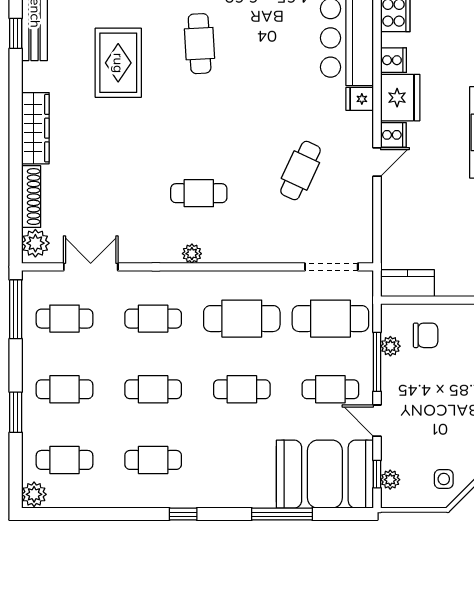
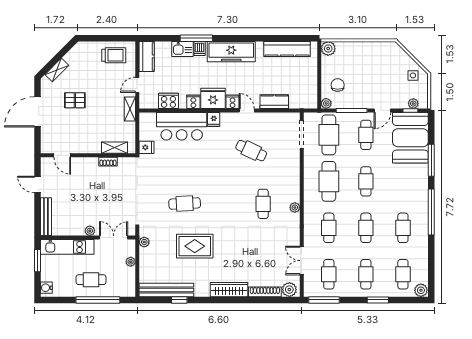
kitchen counter: (407, 283) -> (274, 102), moved, turned 90
plant: (390, 346) -> (326, 103), moved
window: (183, 514) -> (431, 212), width x3.17

